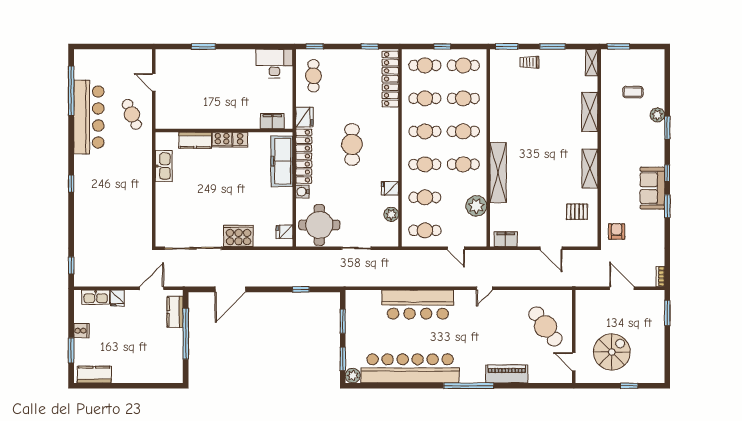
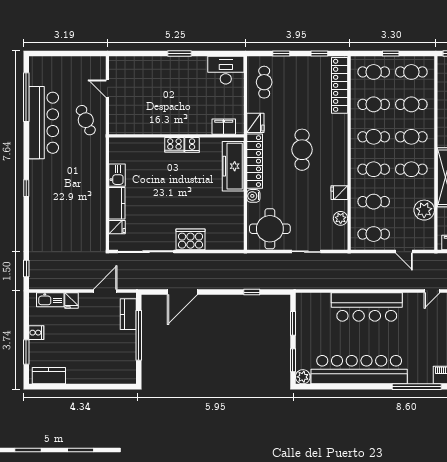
window: (203, 46) -> (179, 53), moved
window: (315, 46) -> (281, 53), moved
kitchen counter: (195, 140) -> (117, 203), moved, turned -90
kitchen sink: (164, 166) -> (117, 175), width x0.73
fridge: (284, 232) -> (117, 227), moved, turned 180

